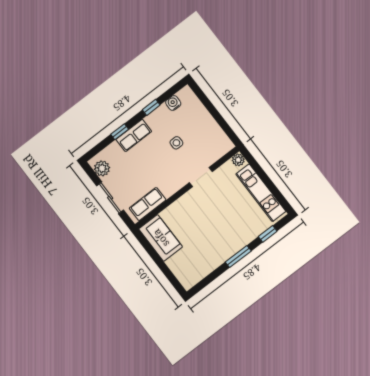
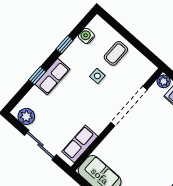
coffee table: (198, 125) -> (116, 53), added
doorway: (201, 177) -> (129, 106), width x1.87

